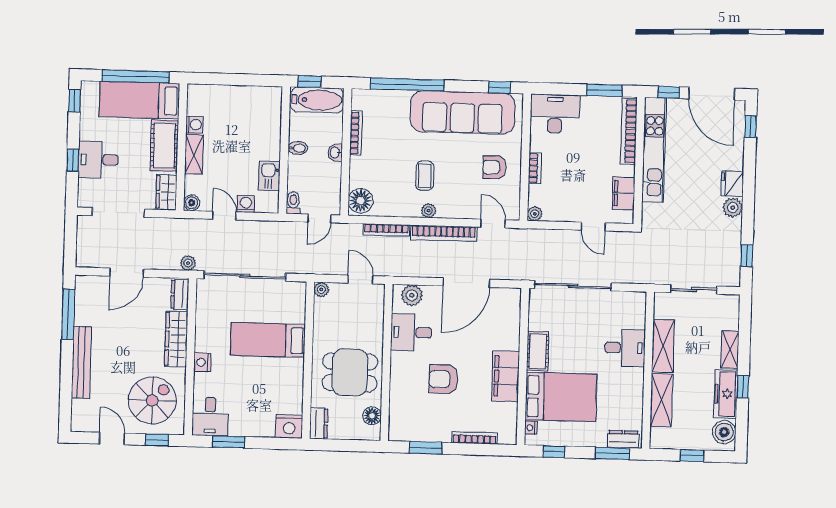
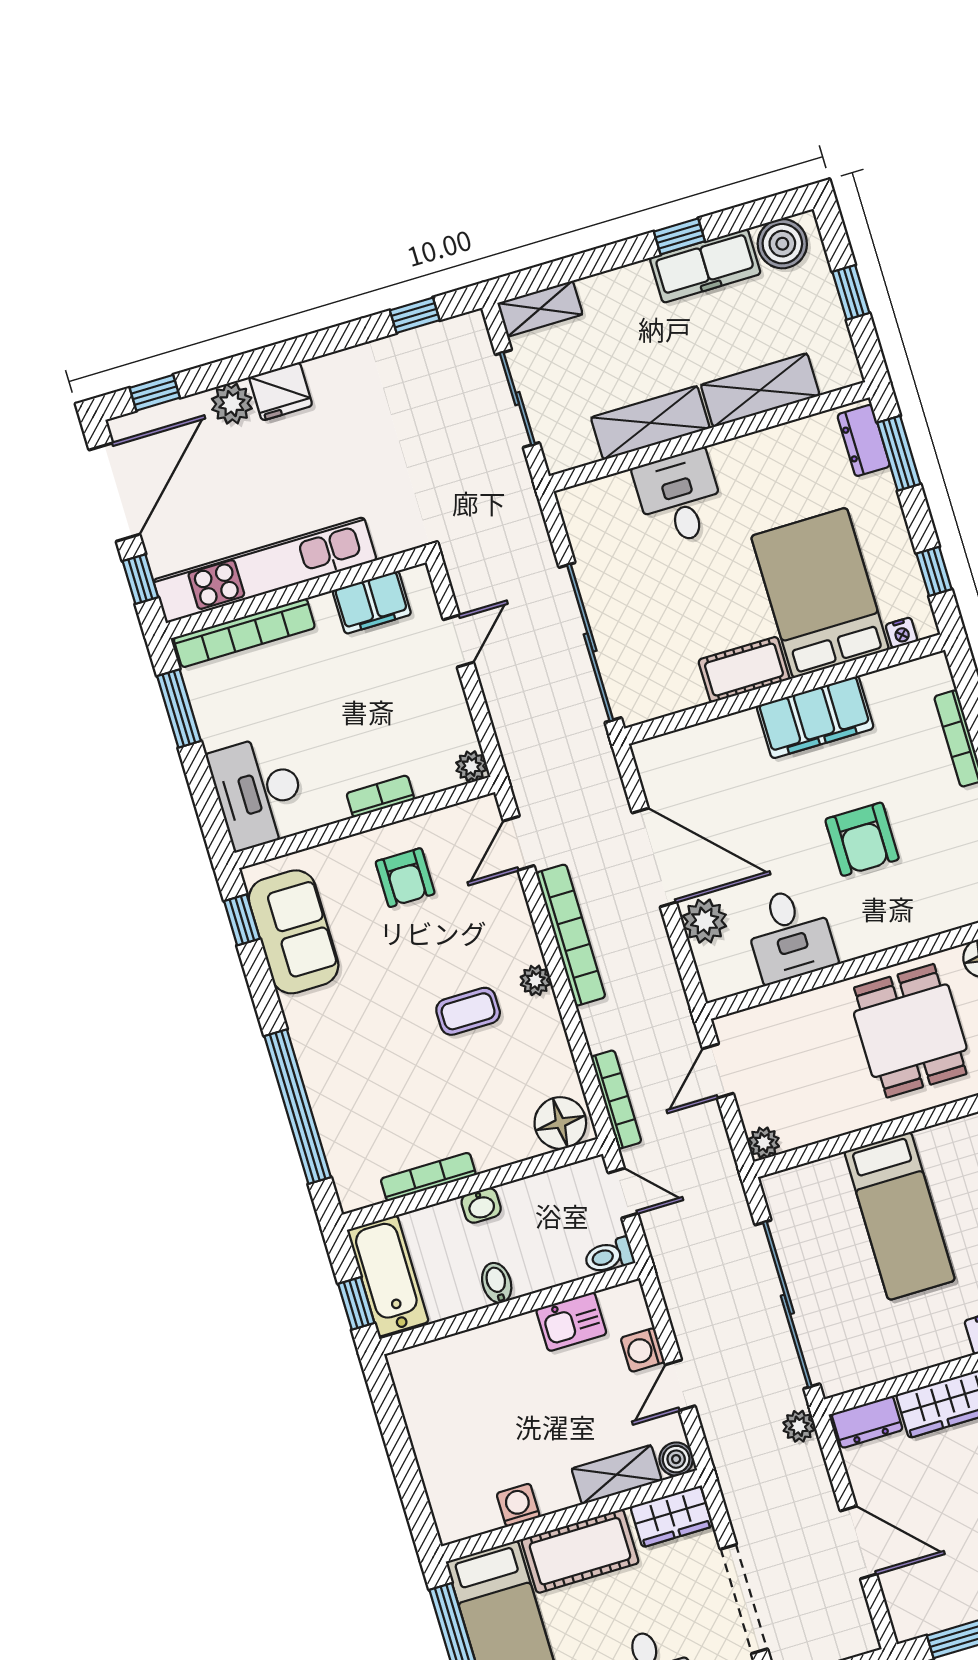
sofa: (463, 112) -> (294, 932), width x0.54, depth x0.79
shelving: (194, 154) -> (617, 1475), moved
plant: (733, 208) -> (232, 404), moved
bookcase: (386, 230) -> (616, 1100), moved
plant: (412, 295) -> (705, 921), moved
shelving: (730, 349) -> (540, 309), moved

